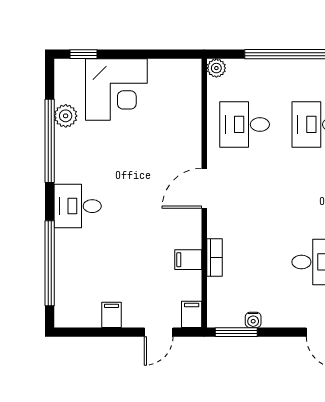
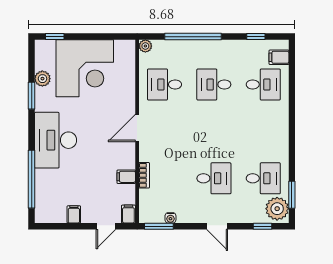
corner desk: (116, 89) -> (85, 68), width x1.36, depth x1.36
window: (50, 141) -> (32, 96), width x0.47
desk: (78, 206) -> (56, 140), width x1.87, depth x1.30

